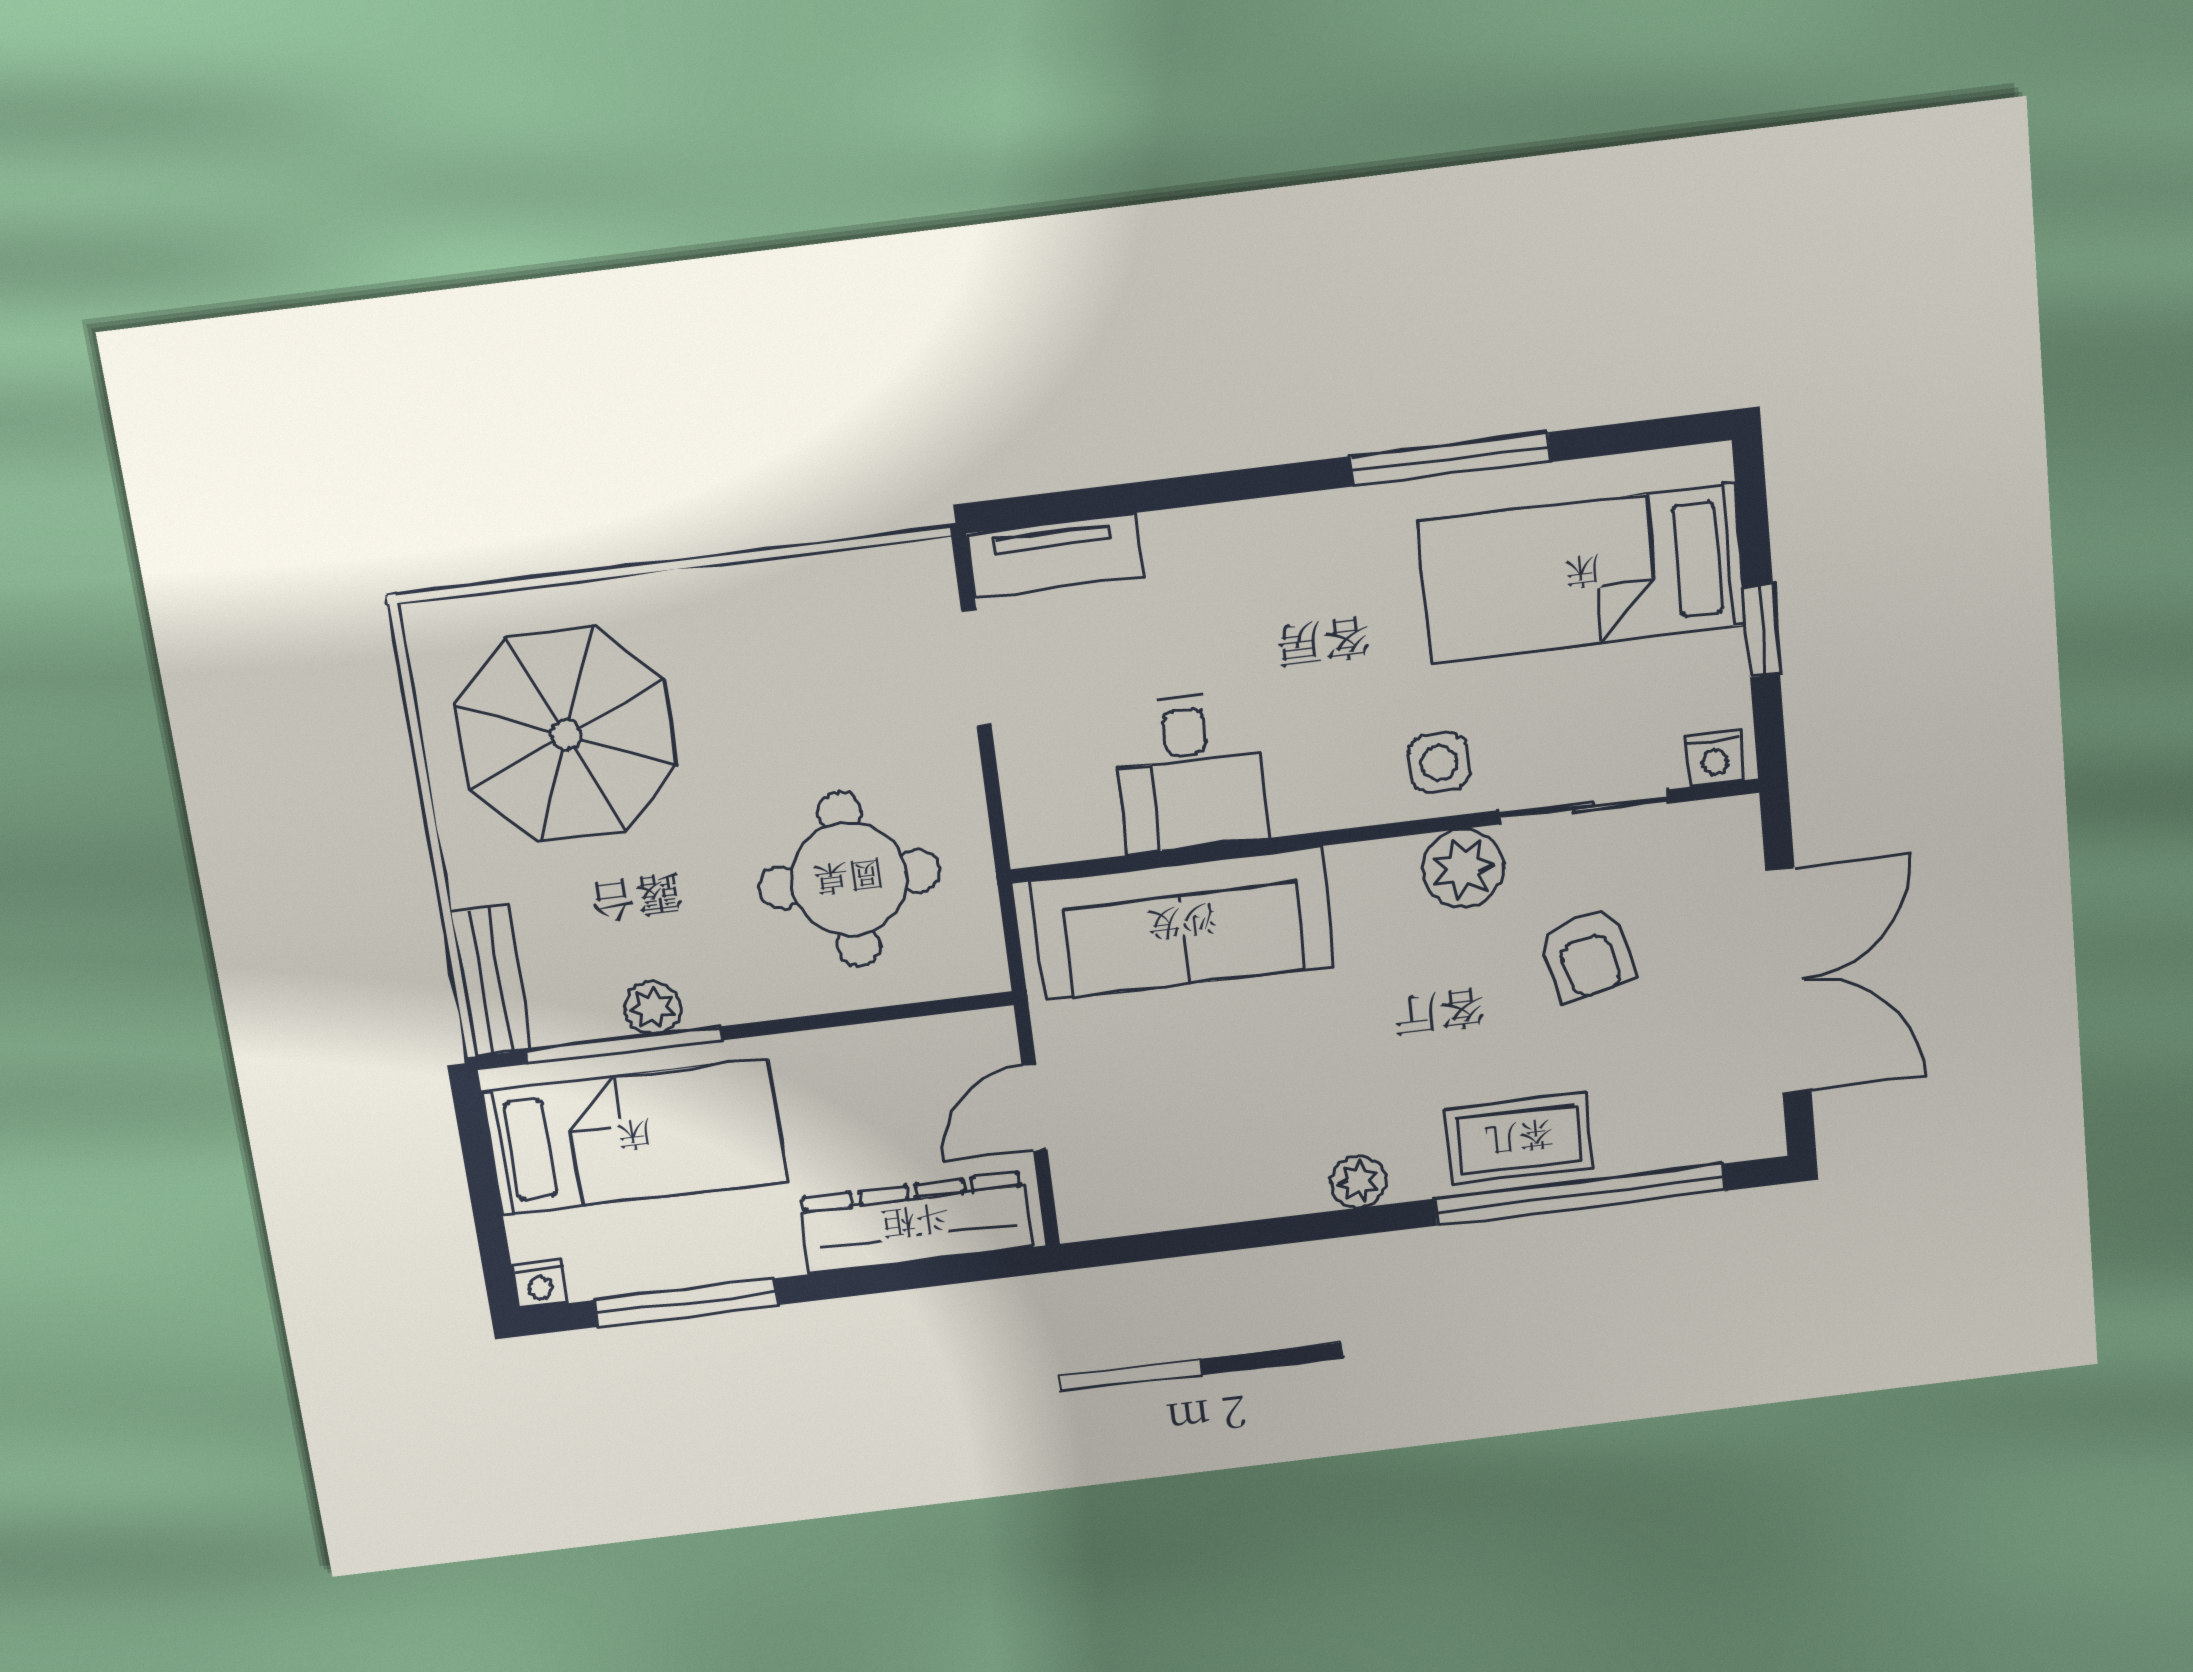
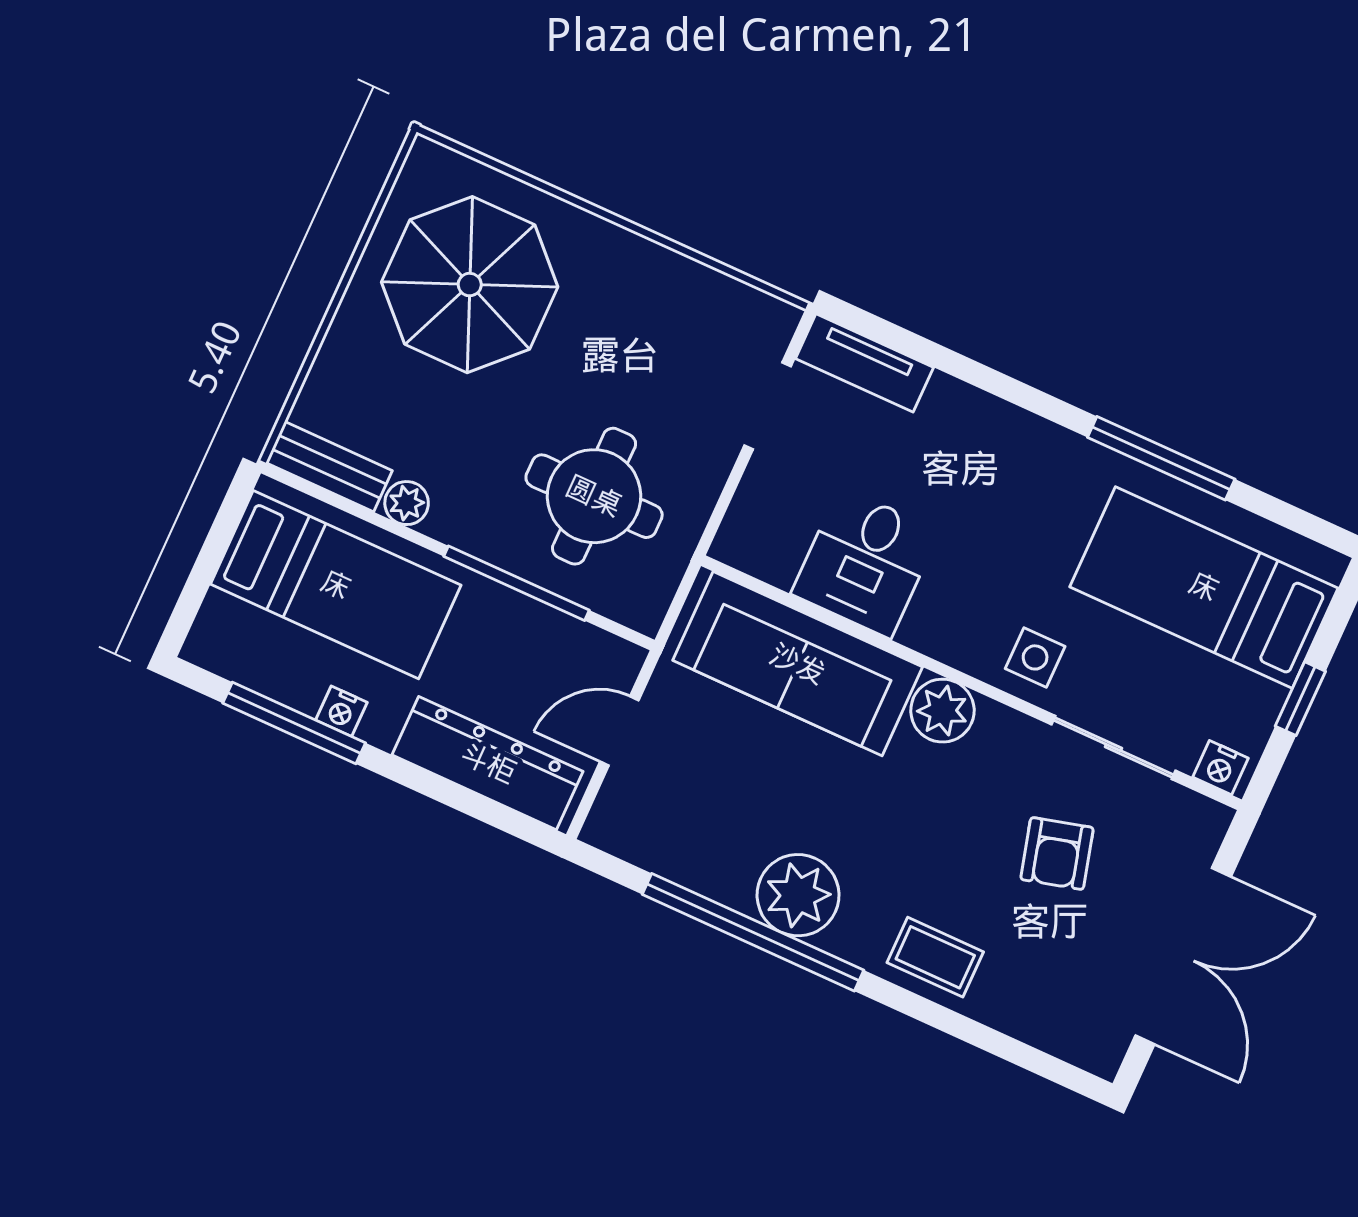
plant: (1463, 868) -> (942, 711), moved
bench: (491, 981) -> (329, 467), moved, turned 90
window: (624, 1045) -> (517, 583), moved
coffee table: (1519, 1139) -> (935, 957), width x0.73, depth x0.77
plant: (1358, 1182) -> (798, 895), width x1.87, depth x1.87
window: (1580, 1195) -> (753, 932), moved
nightstand: (540, 1284) -> (341, 711), moved

